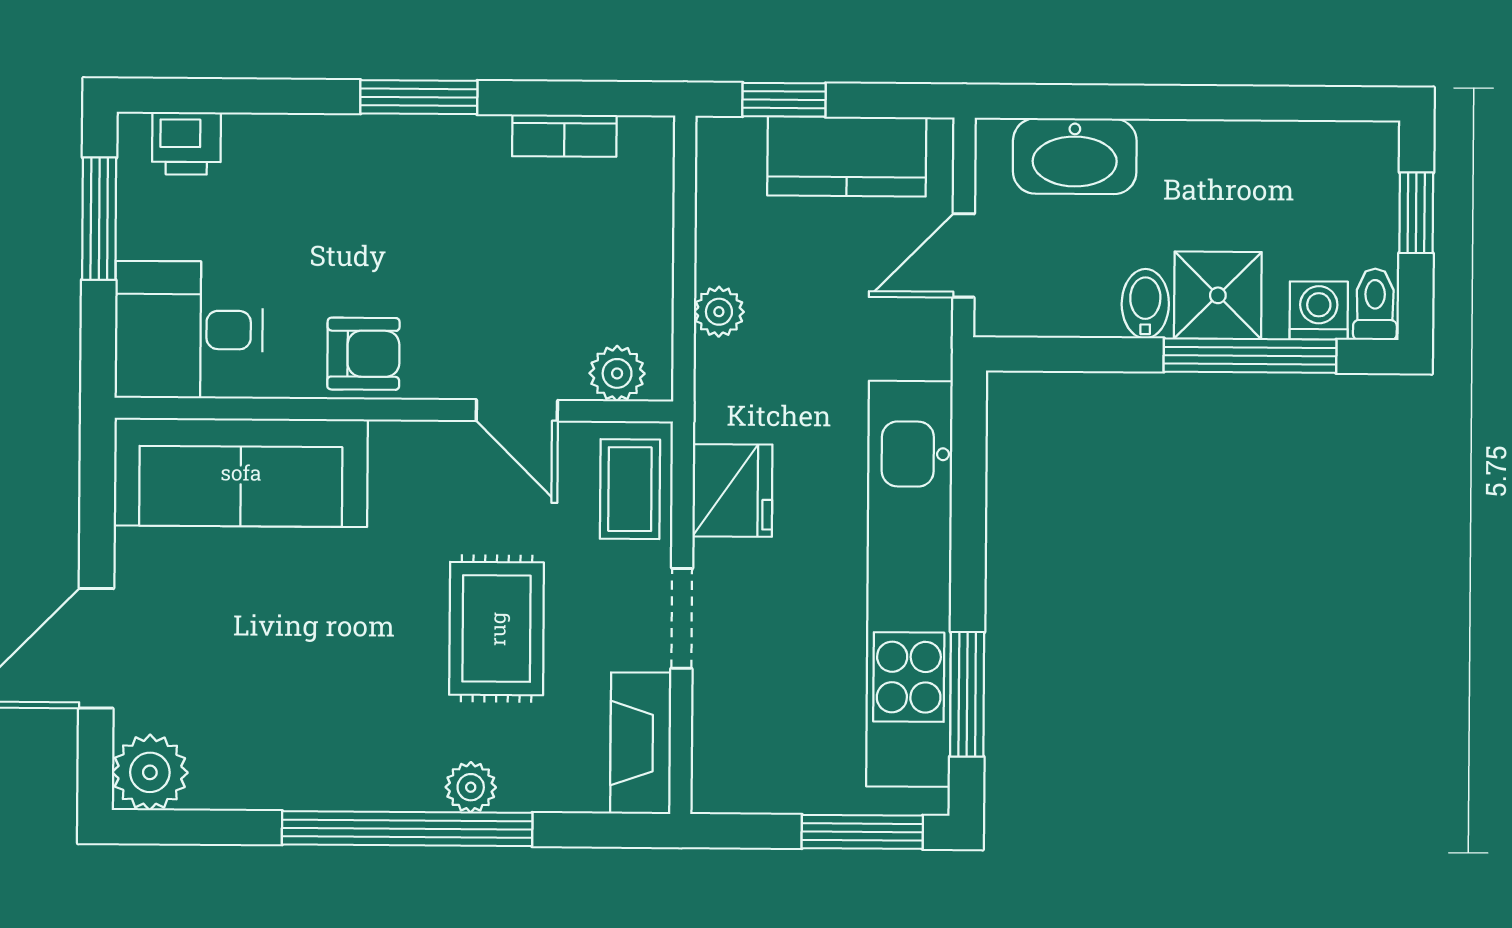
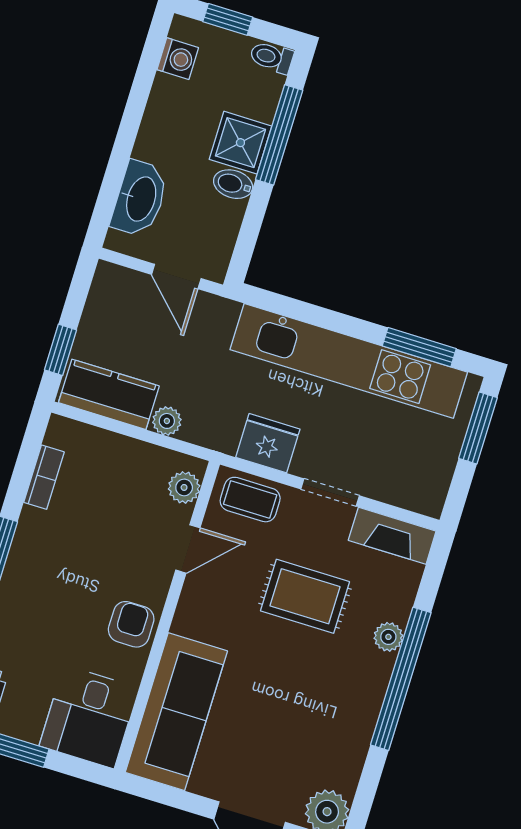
kitchen counter: (847, 156) -> (109, 394), moved, turned -90
washing machine: (1319, 311) -> (178, 59), moved, turned 180

